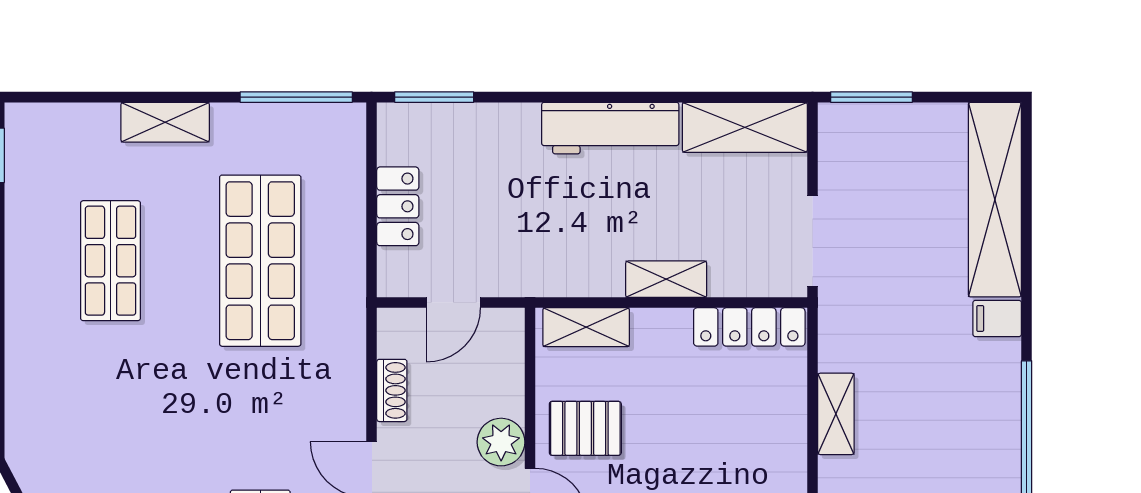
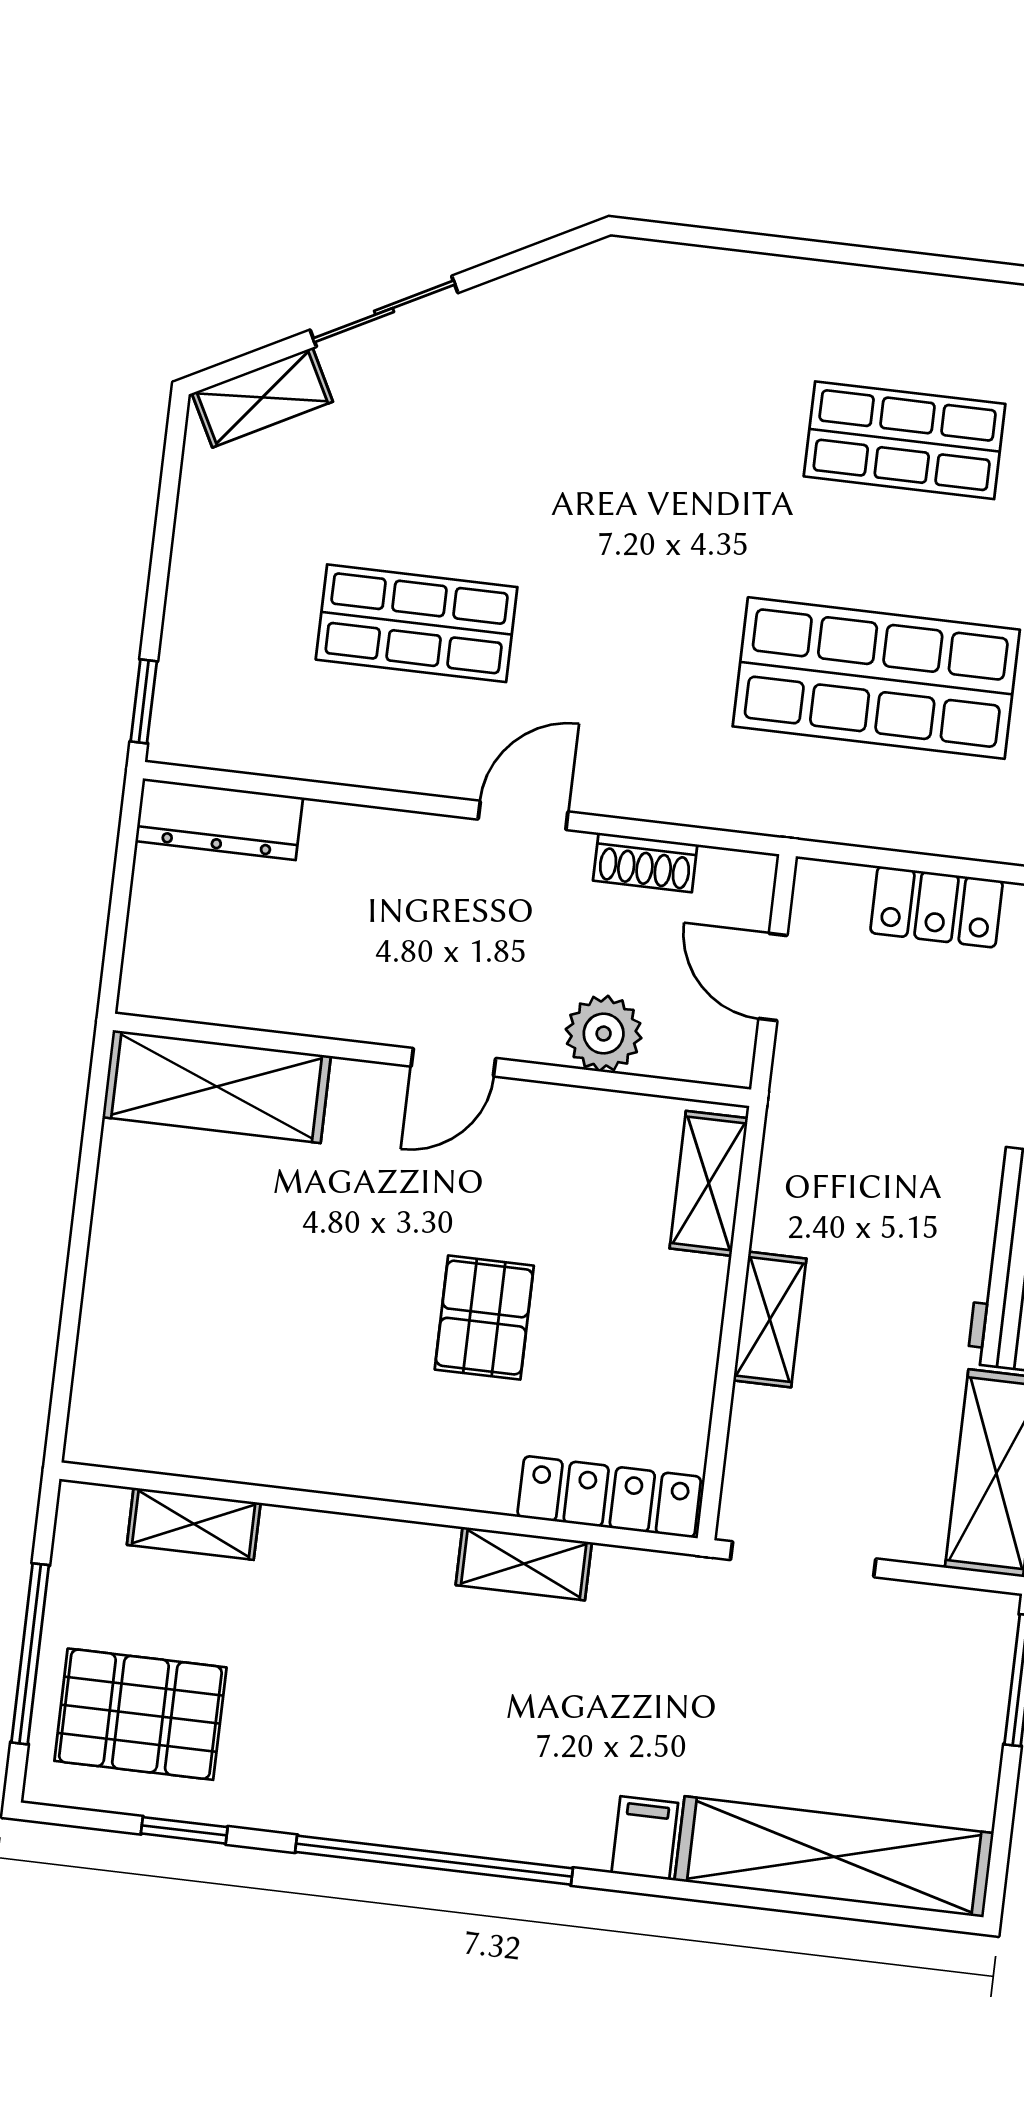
locker: (749, 327) -> (609, 1497), moved, turned 90
pallet: (585, 428) -> (484, 1318), moved
plant: (501, 442) -> (604, 1034), moved

